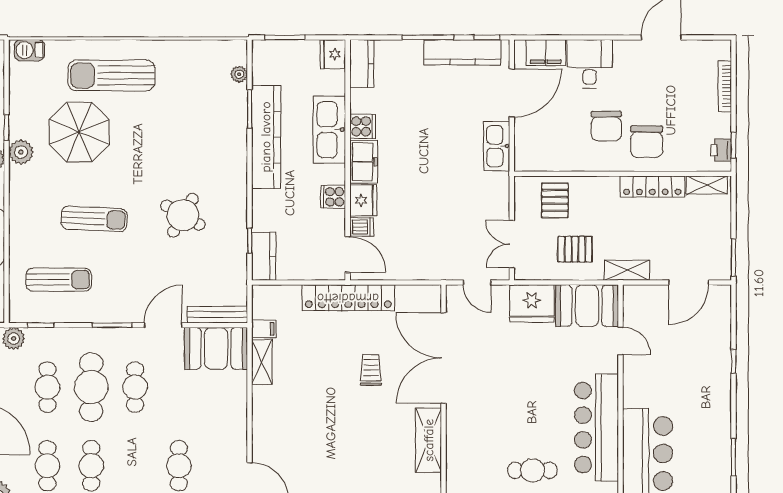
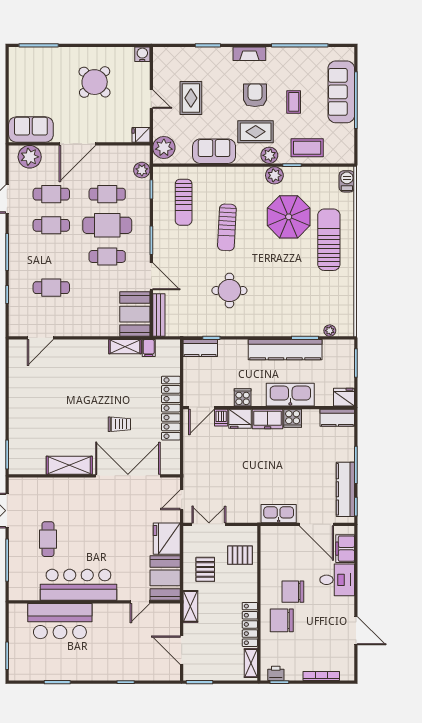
round table: (183, 215) -> (229, 290), turned -30

